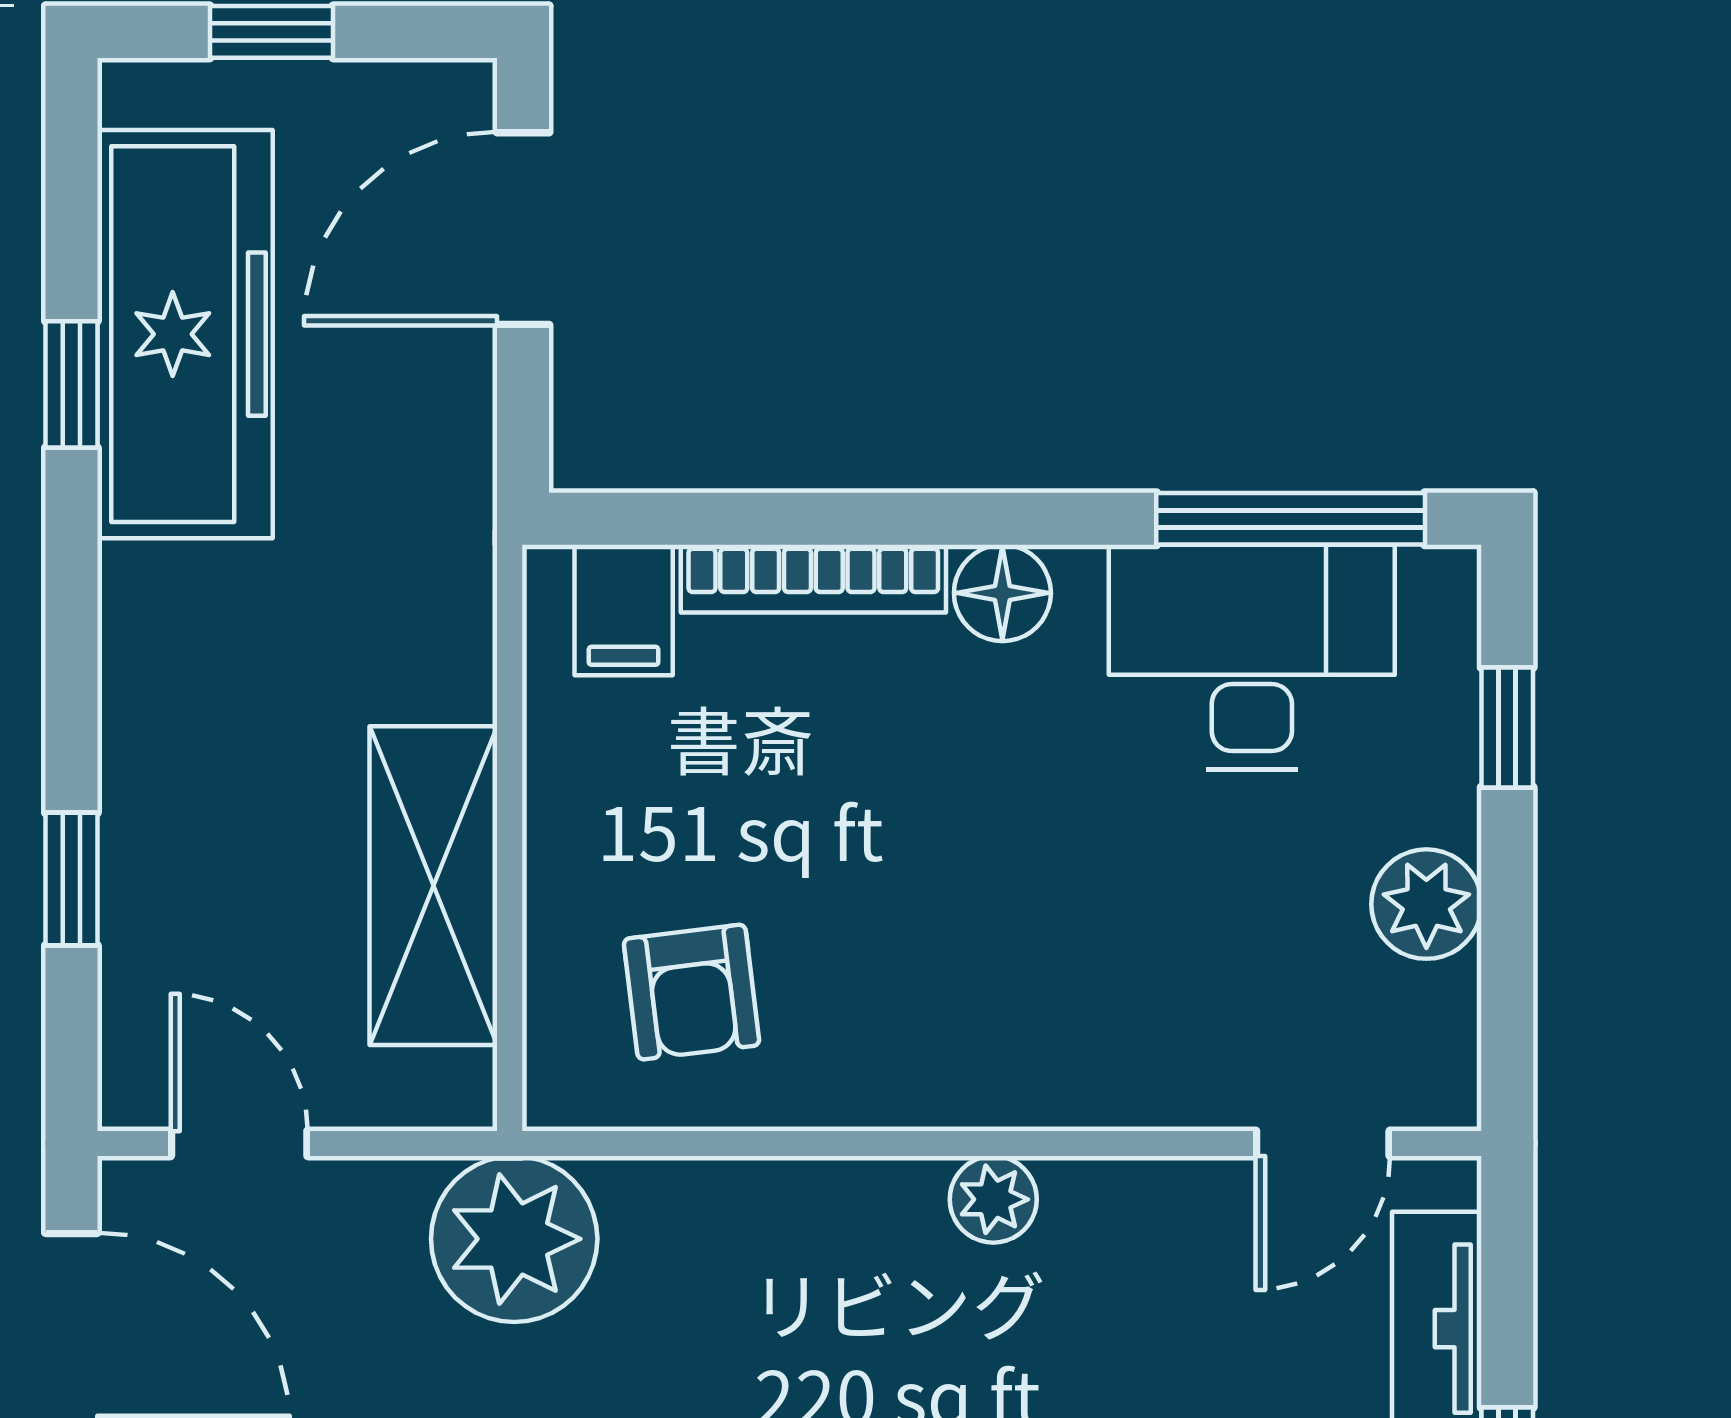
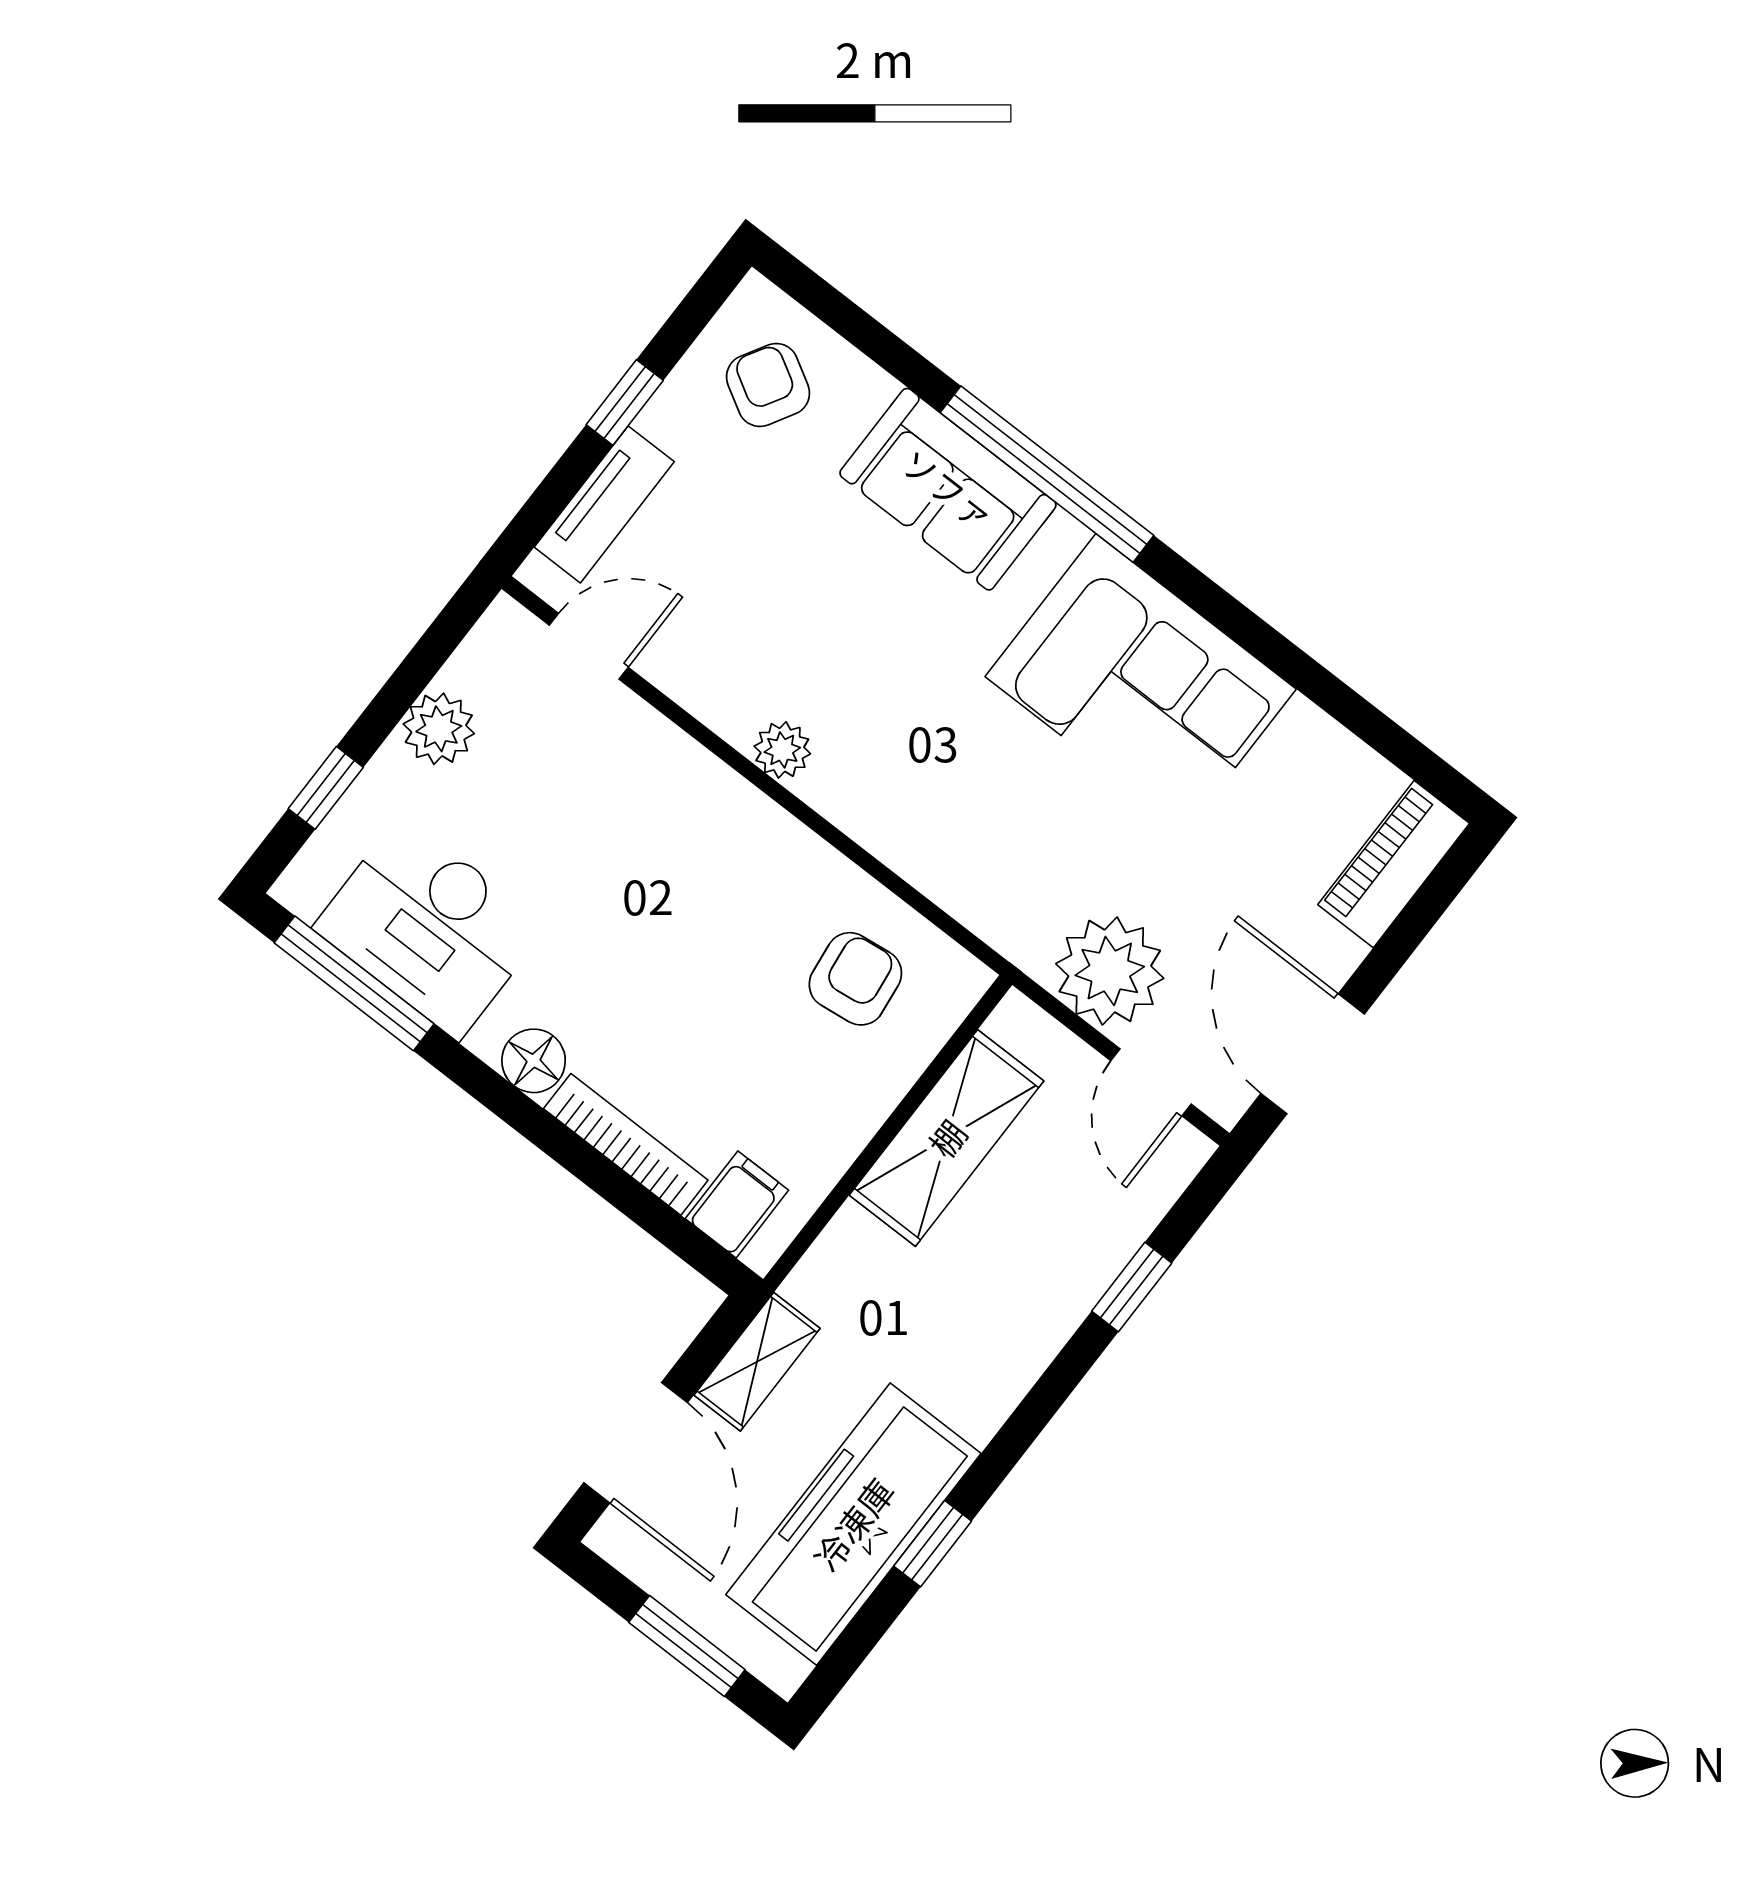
window: (272, 32) -> (687, 1646), width x1.50
door: (523, 229) -> (636, 1443), hinge flipped
shelving: (453, 439) -> (757, 1362), added
plant: (514, 1239) -> (1110, 971), moved

